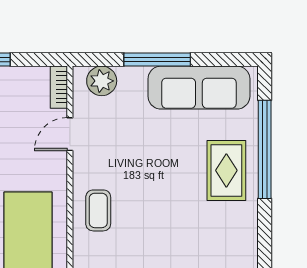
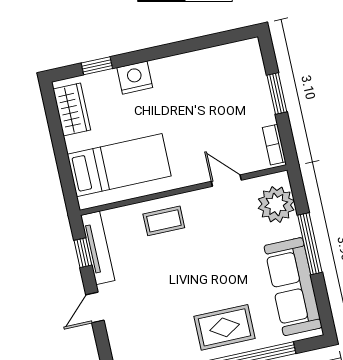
plant: (102, 81) -> (276, 204), width x1.36, depth x1.36
bookcase: (59, 87) -> (274, 145), moved, turned -90

